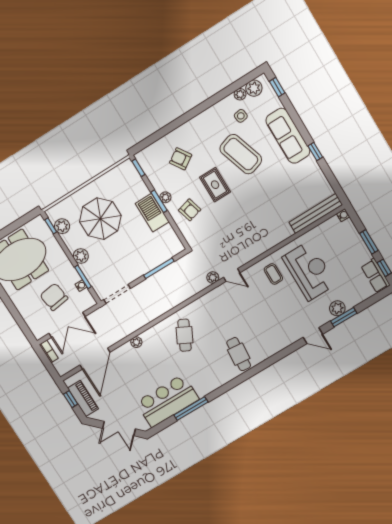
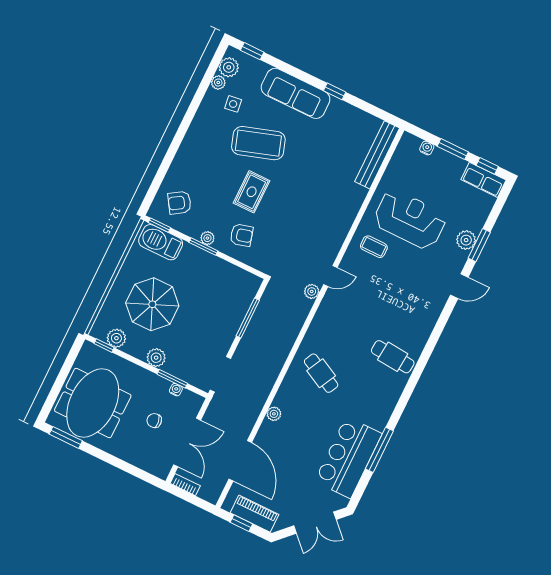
armchair: (181, 159) -> (179, 203), moved
rug: (215, 185) -> (252, 192), turned 90
barbecue: (152, 213) -> (161, 242), moved
water cooler: (343, 215) -> (427, 148), moved
chair: (54, 297) -> (154, 421), width x0.54, depth x0.54

